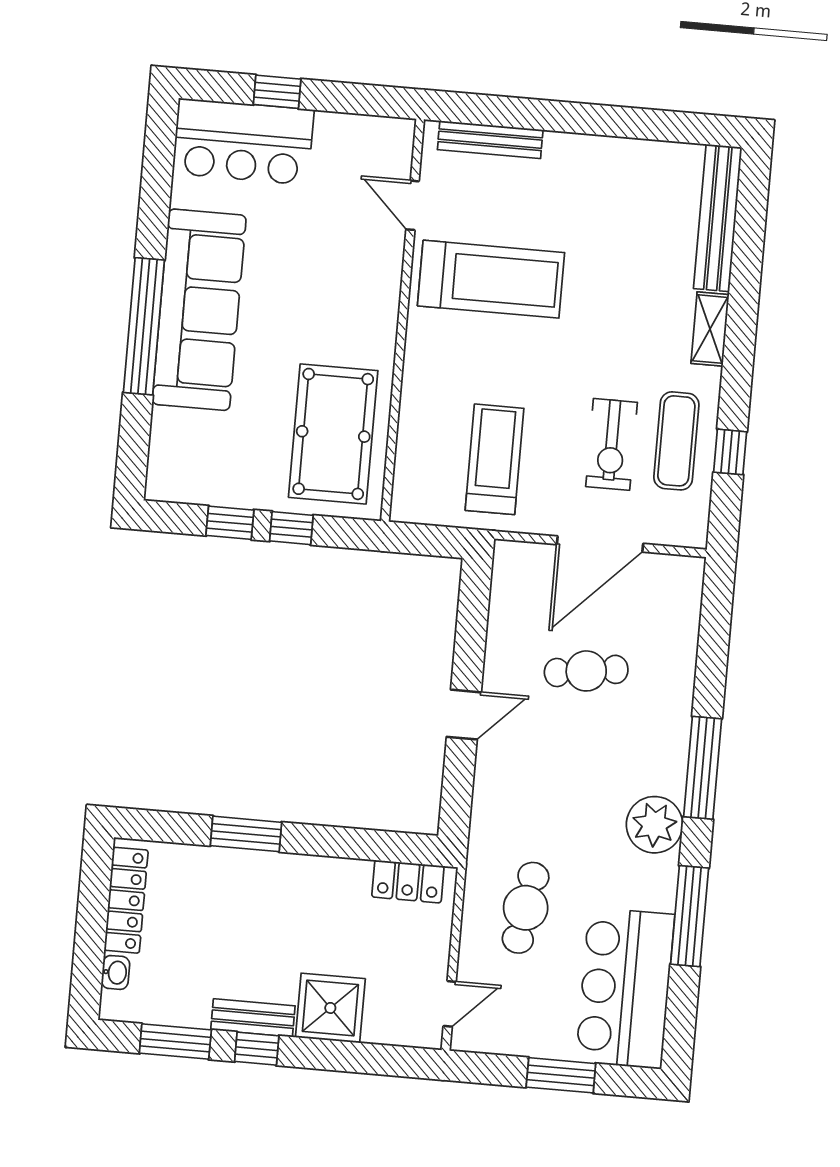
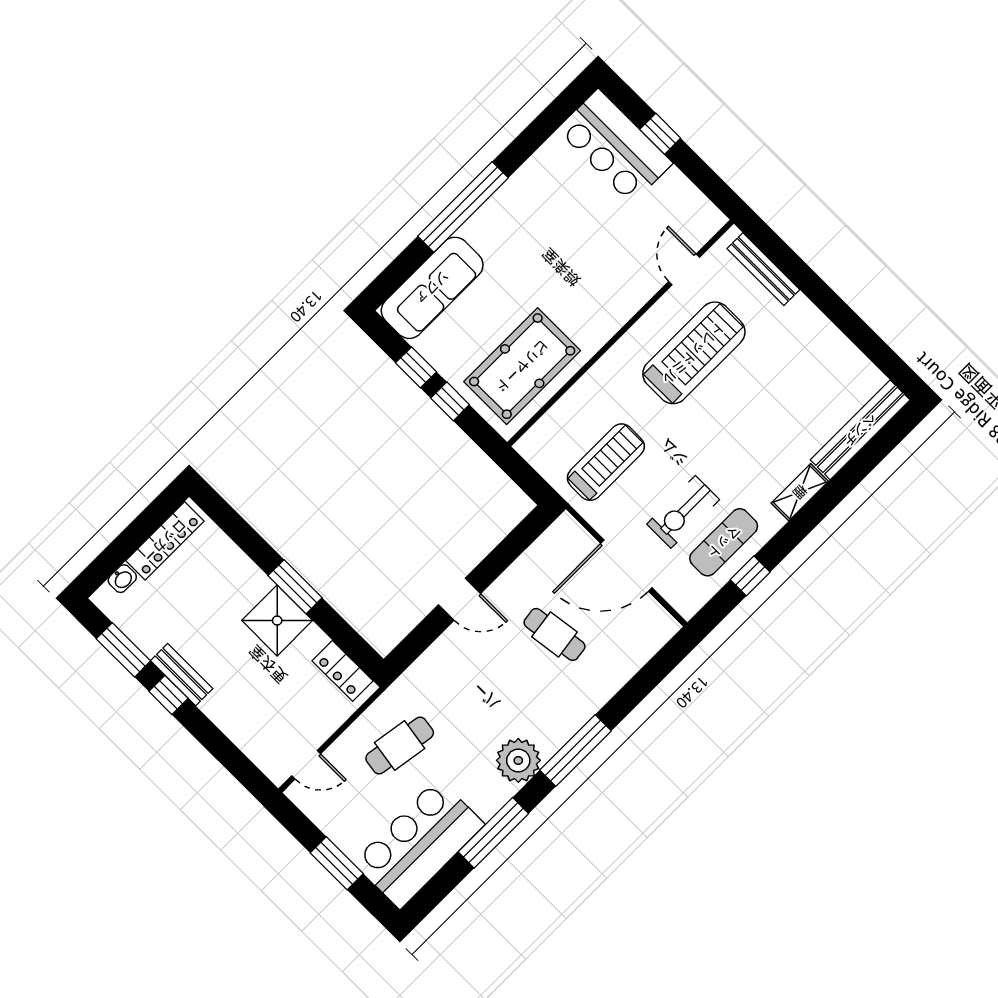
treadmill: (491, 279) -> (694, 353), turned -90
sofa: (199, 310) -> (432, 288), moved, width x0.74, depth x0.79
window: (246, 834) -> (295, 587), moved
shower: (330, 1008) -> (277, 620), moved

